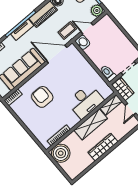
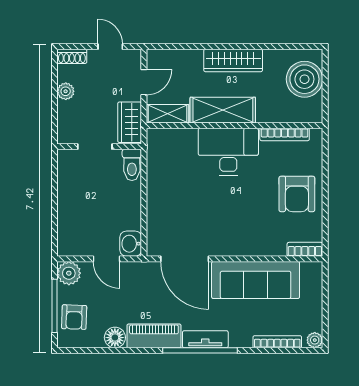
coffee table: (67, 31) -> (139, 281), removed
armchair: (42, 97) -> (297, 194), moved
desk: (85, 101) -> (228, 152), moved
boiler: (61, 153) -> (304, 79), moved

